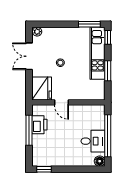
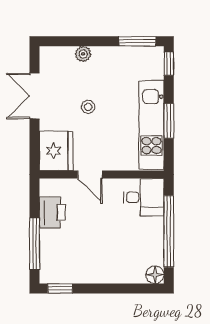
plant: (37, 32) -> (83, 54), moved
kitchen unit: (98, 53) -> (151, 125), moved
window: (29, 130) -> (35, 244), moved
desk: (93, 141) -> (144, 197), moved

